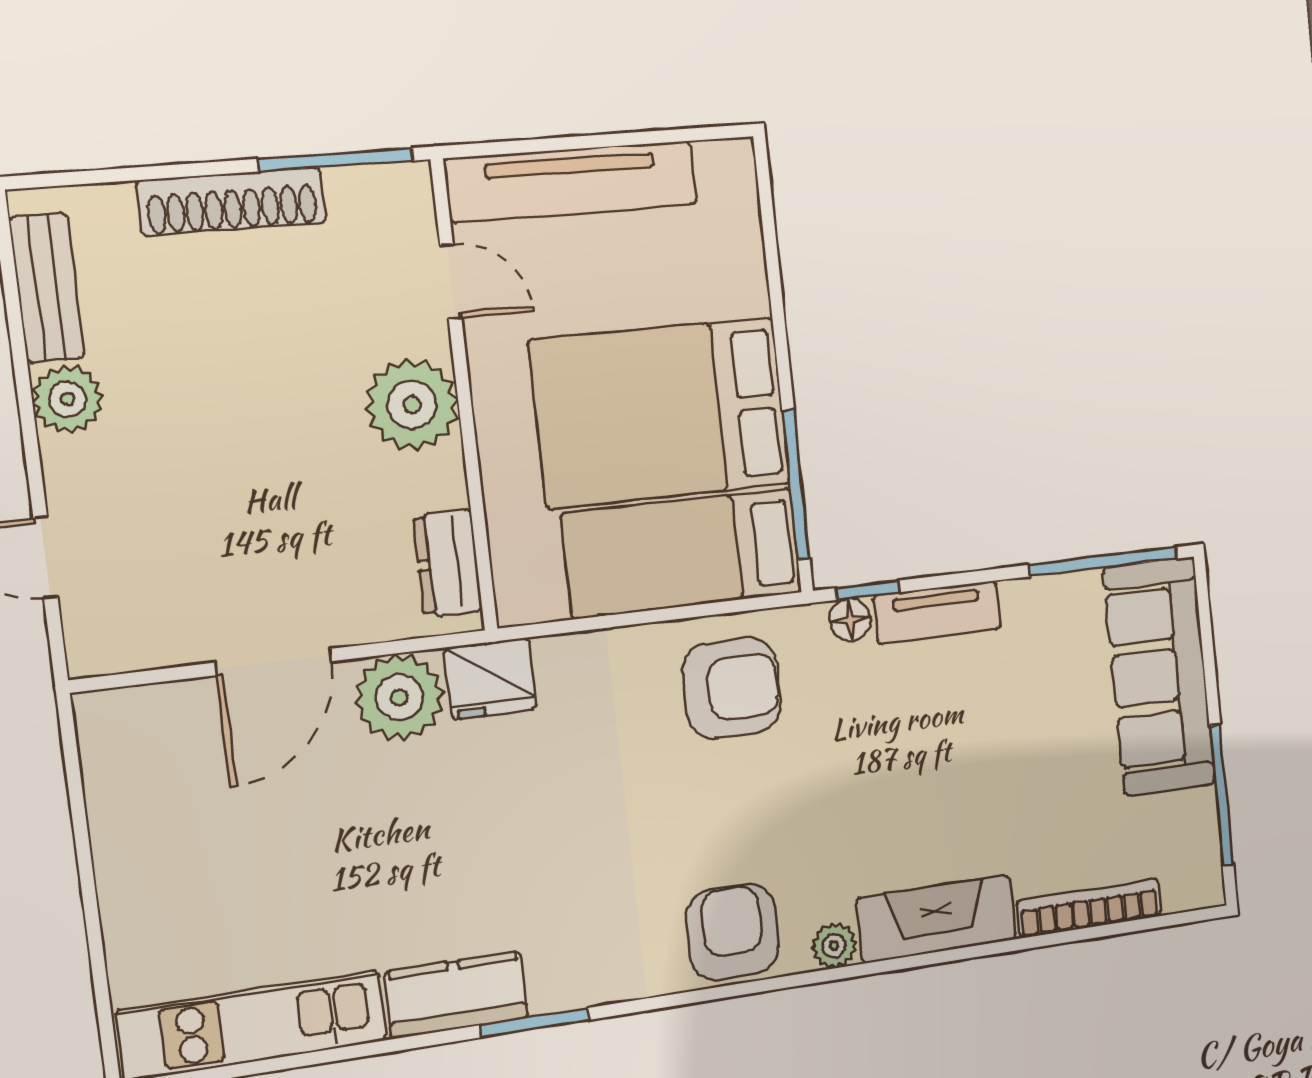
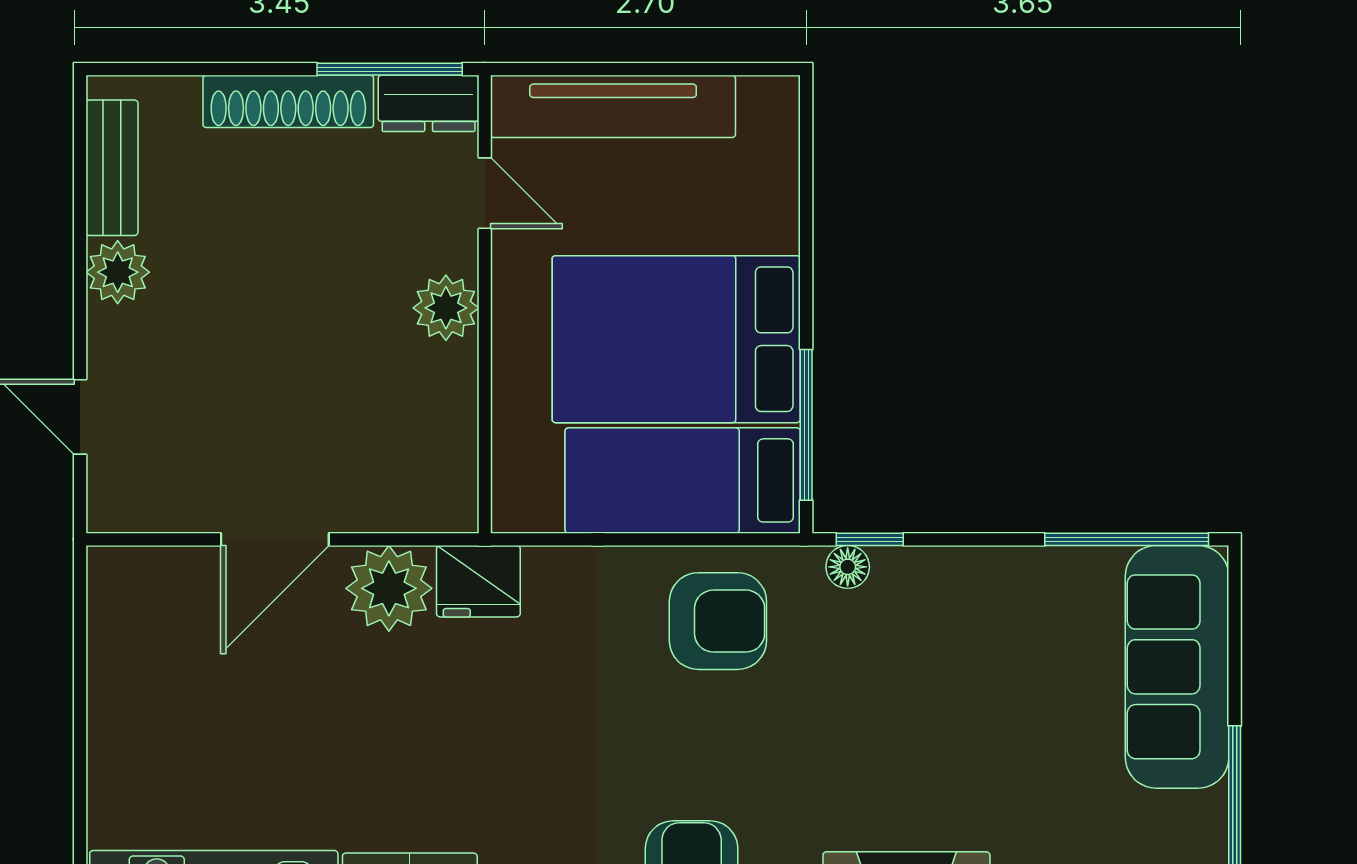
plant: (412, 405) -> (446, 308), width x0.73, depth x0.73
dresser: (448, 563) -> (429, 103), moved, turned -90
tv unit: (937, 612) -> (941, 571), removed

